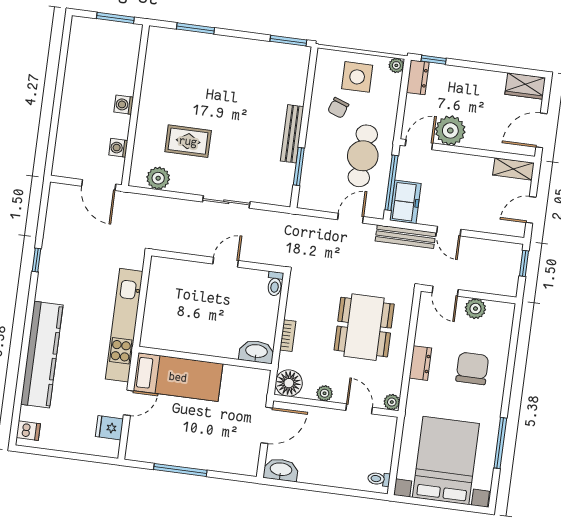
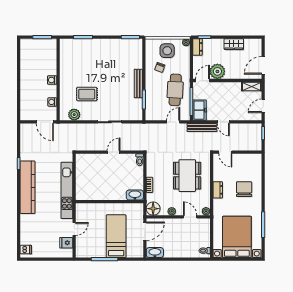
wardrobe: (525, 86) -> (234, 44), moved
plant: (475, 309) -> (242, 159), removed
kitchen counter: (42, 355) -> (28, 187), moved
bed: (178, 377) -> (116, 236), moved, turned -90

